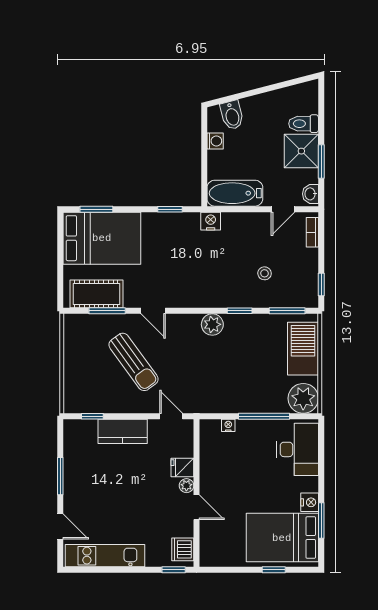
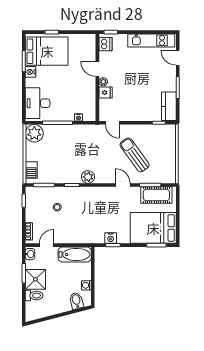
nightstand: (211, 221) -> (111, 238), moved
barbecue: (303, 349) -> (31, 170), width x0.53, depth x0.65
kitchen counter: (123, 431) -> (169, 106), moved, turned -90

